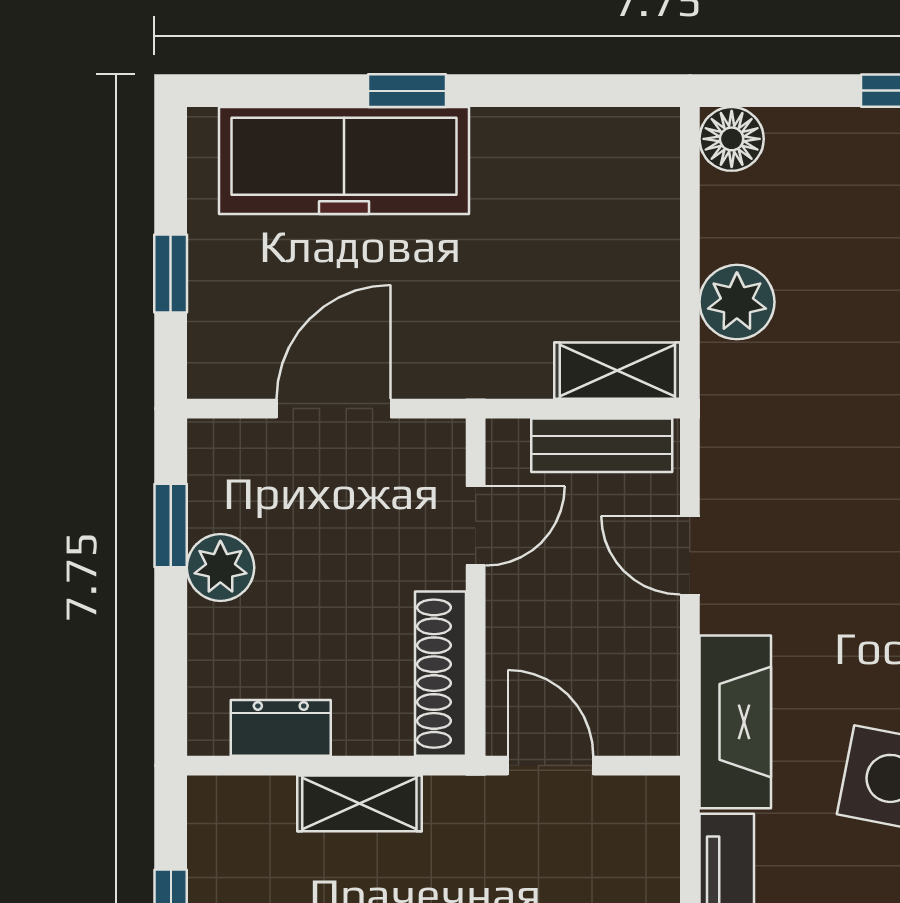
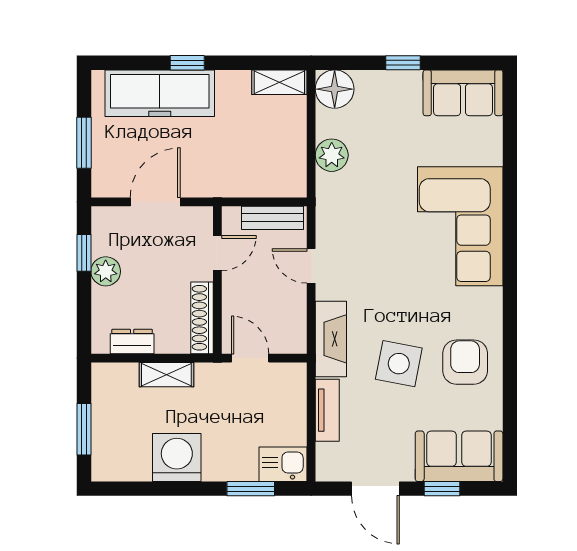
floor lamp: (732, 139) -> (335, 89), width x1.38, depth x1.38
window: (171, 274) -> (84, 143), width x1.50
shelving: (617, 371) -> (279, 82), moved

